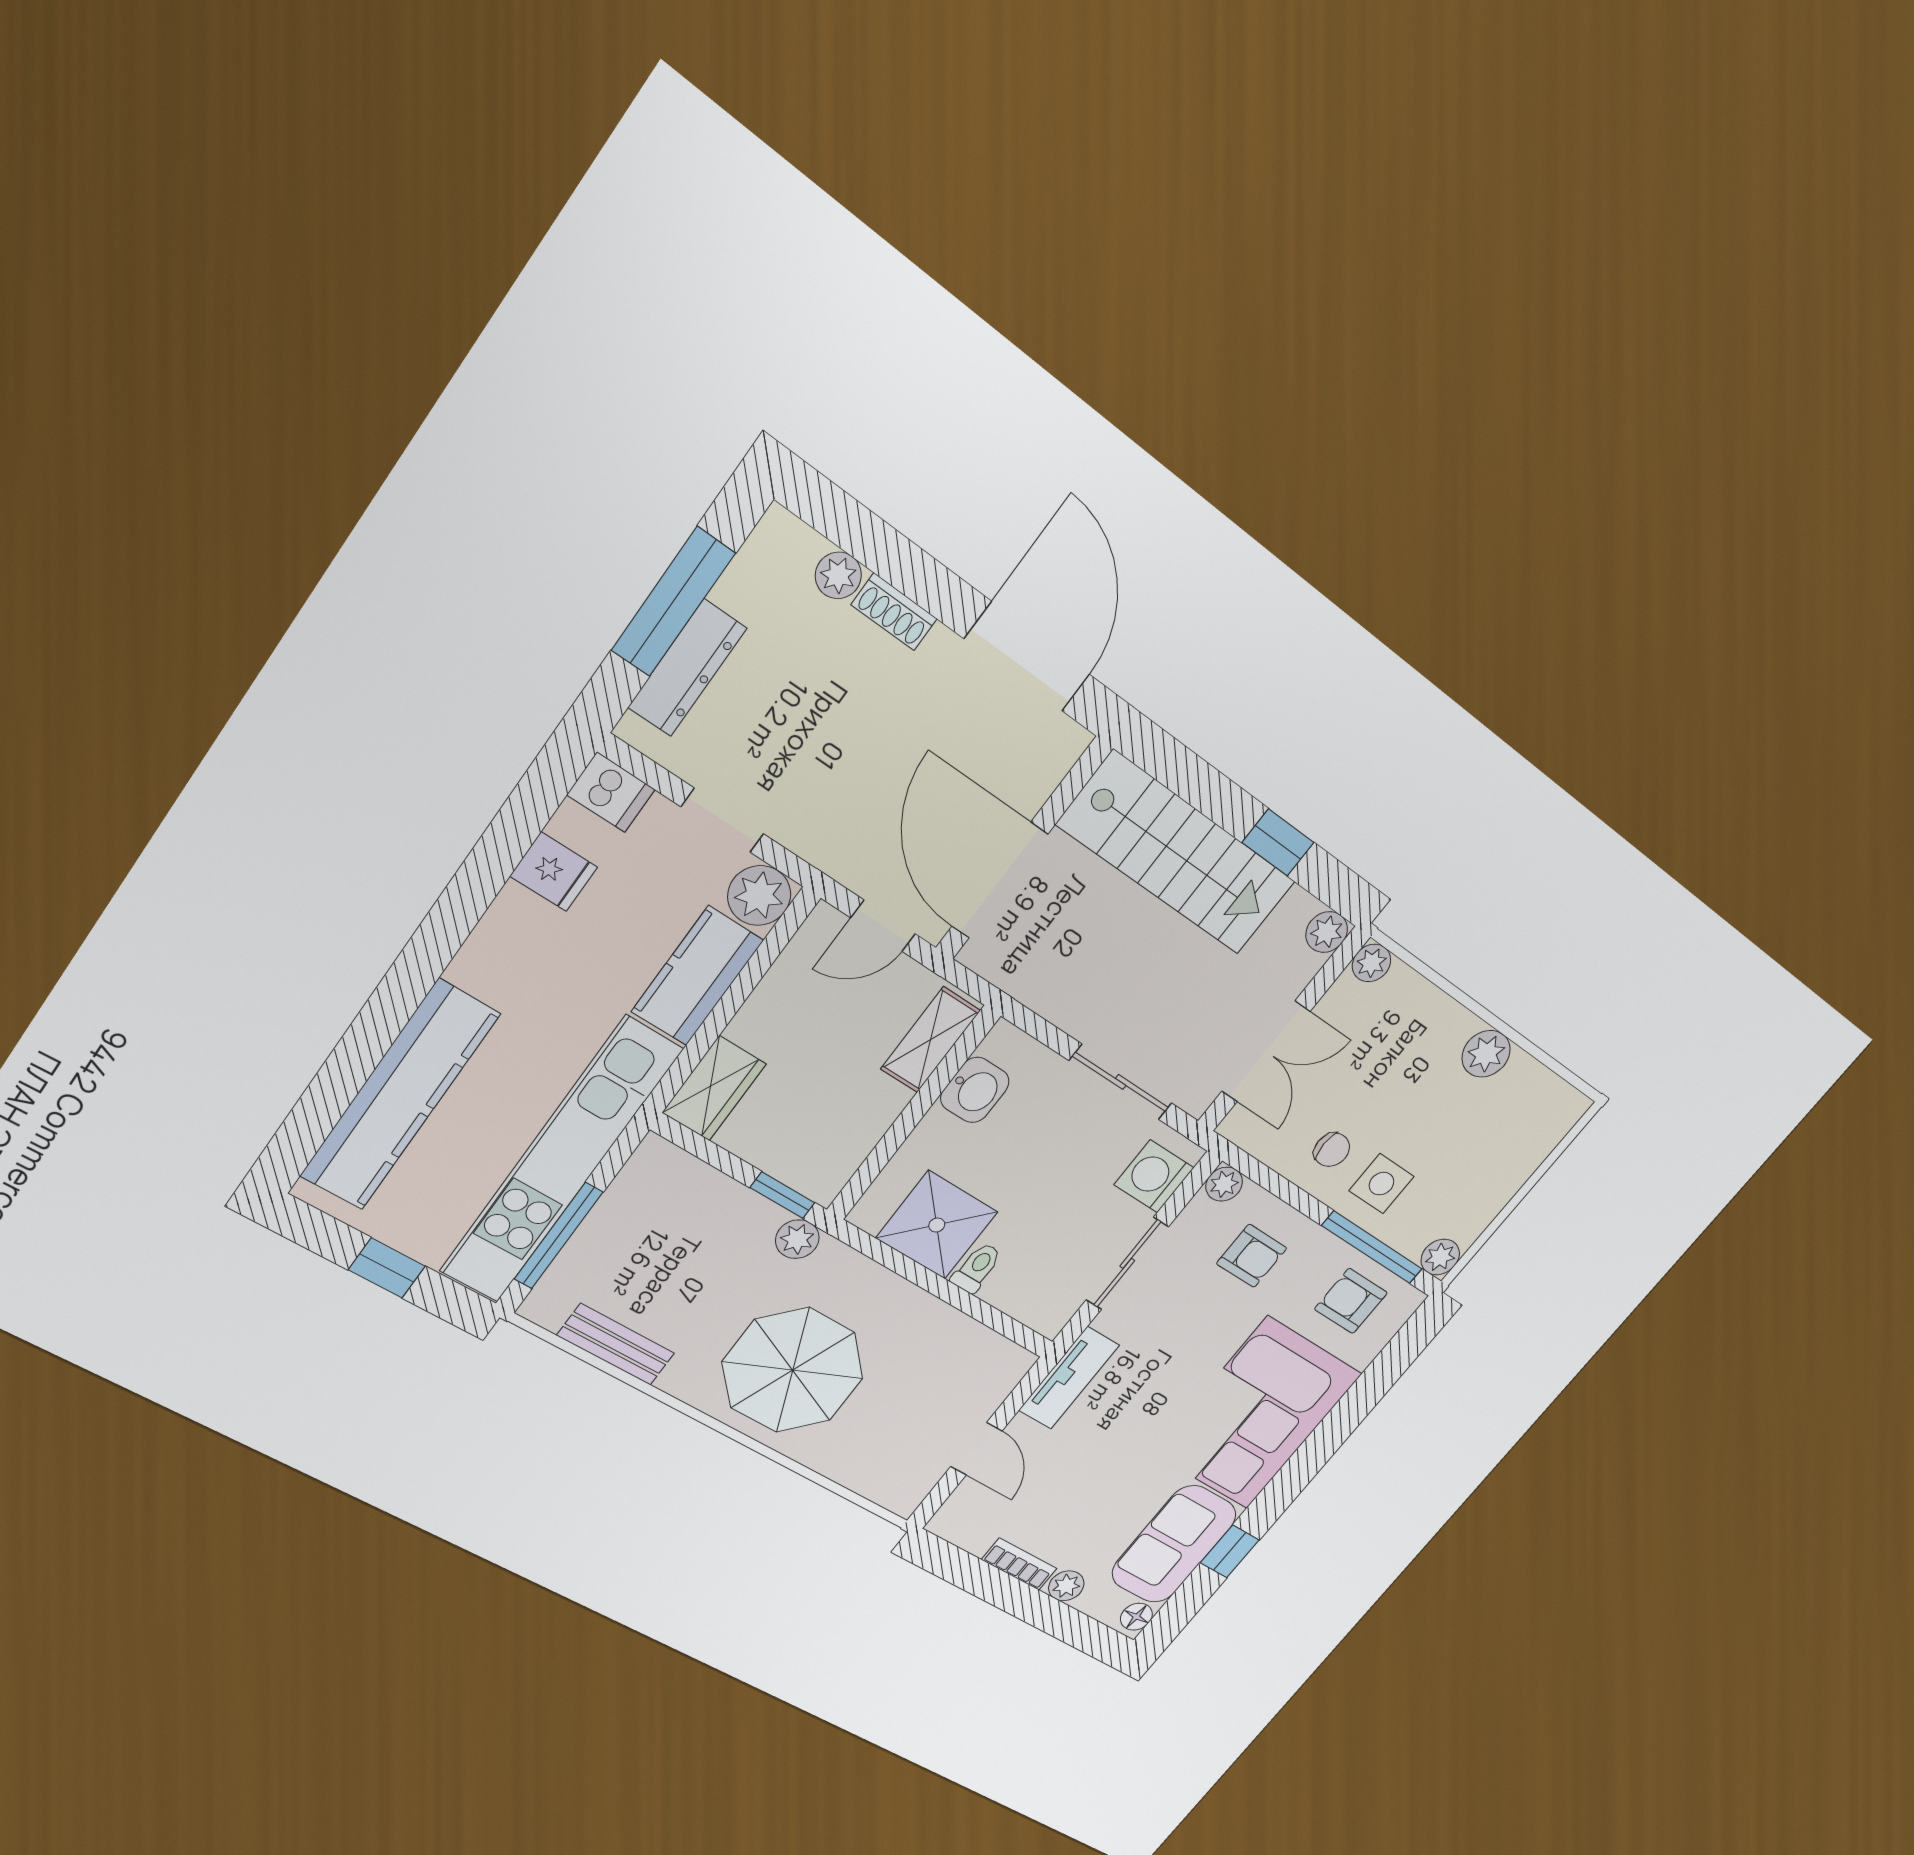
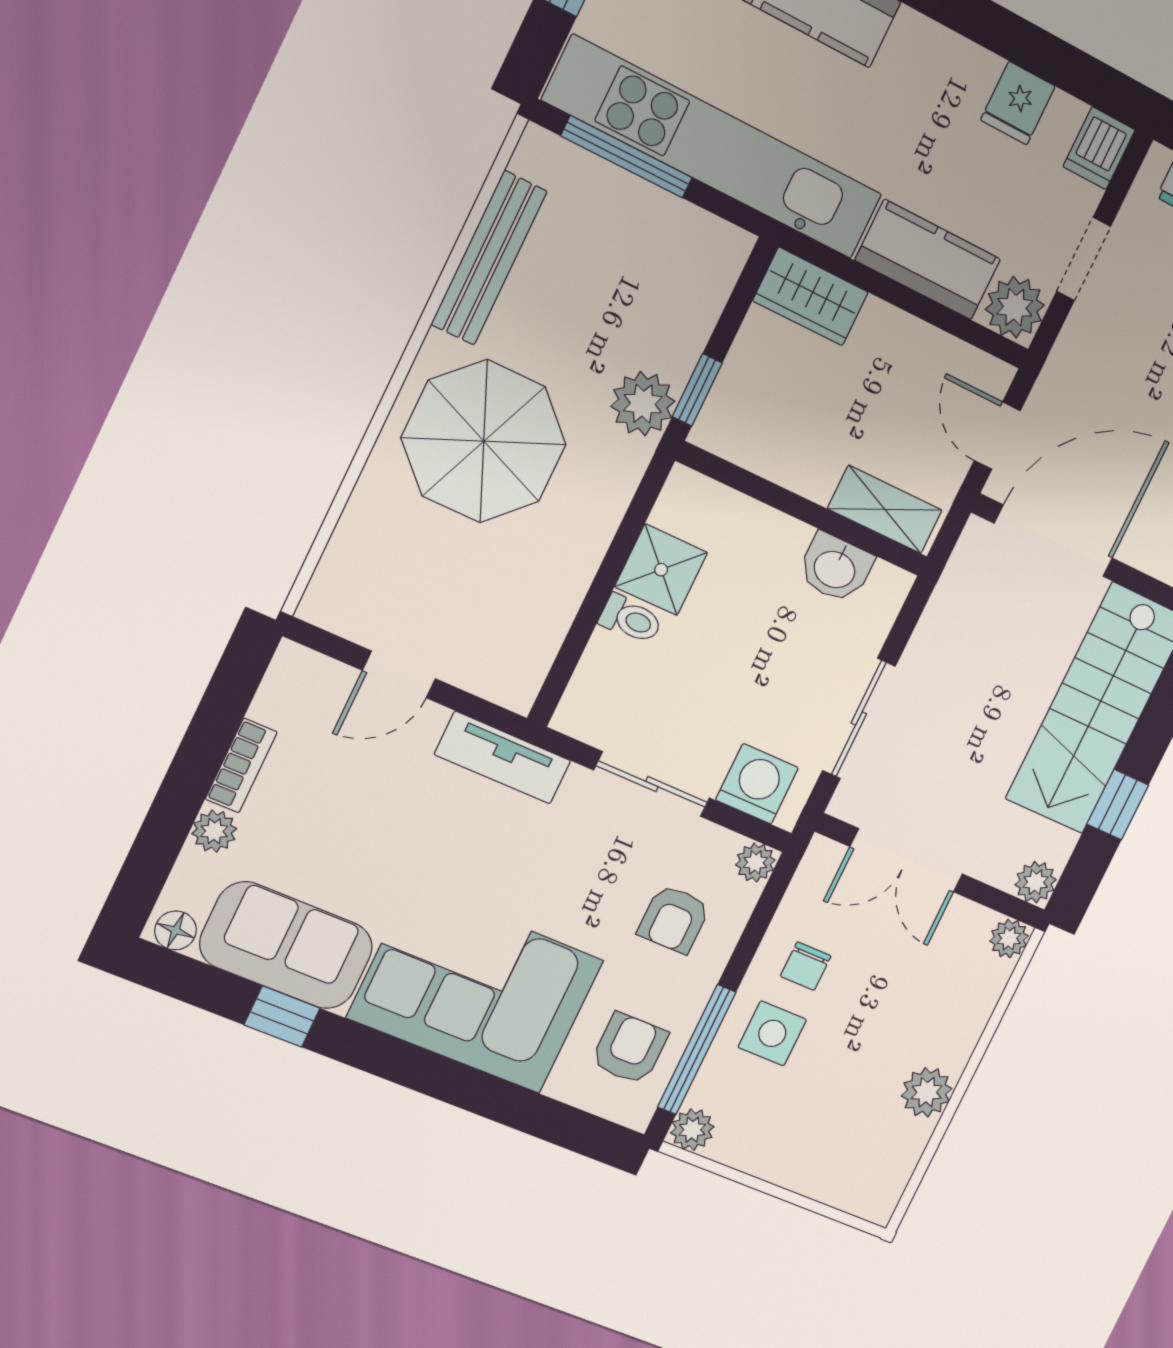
shower: (937, 1225) -> (661, 570), width x0.73, depth x0.73
plant: (797, 1239) -> (643, 404), width x1.38, depth x1.38
bench: (616, 1344) -> (489, 258), width x1.36

